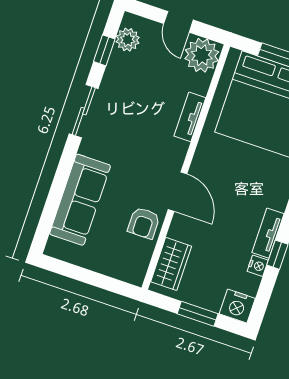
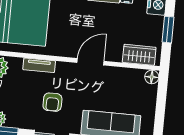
armchair: (144, 223) -> (52, 102), moved, turned 90
floor lamp: (135, 275) -> (152, 77), added

